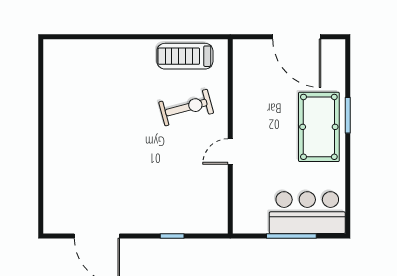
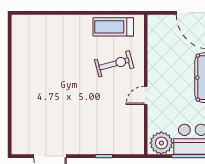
plant: (252, 218) -> (161, 143), added

